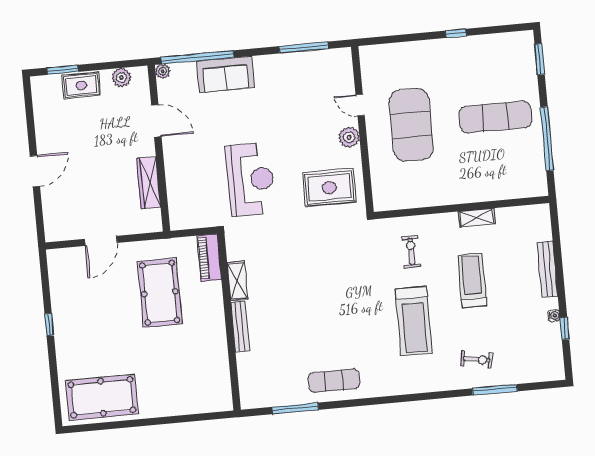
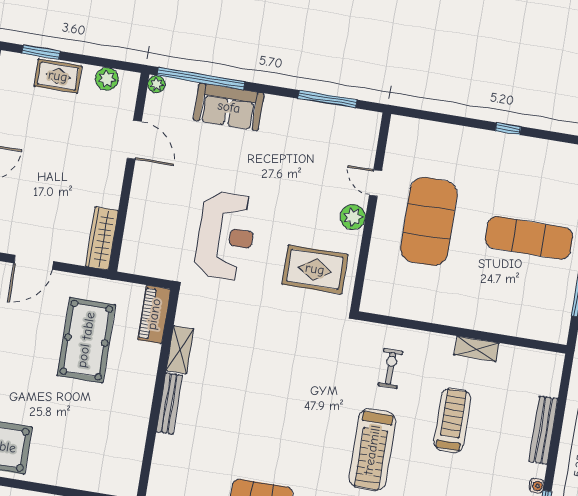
wardrobe: (149, 183) -> (102, 238), moved

